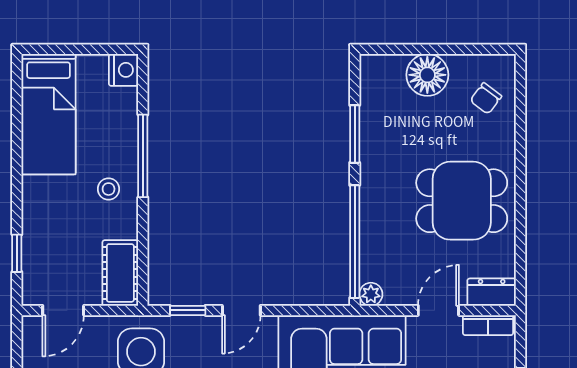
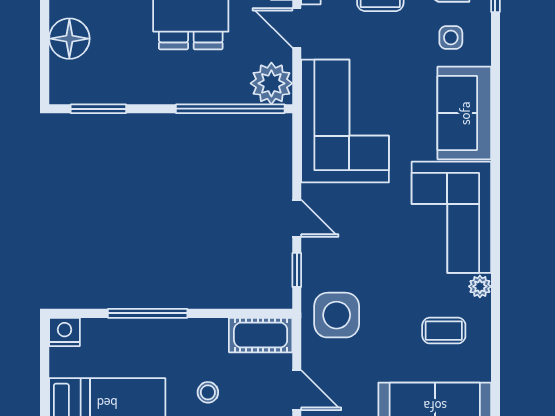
window: (355, 134) -> (98, 109), moved
stool: (109, 189) -> (208, 392), moved
plant: (371, 294) -> (271, 83), width x1.87, depth x1.87

